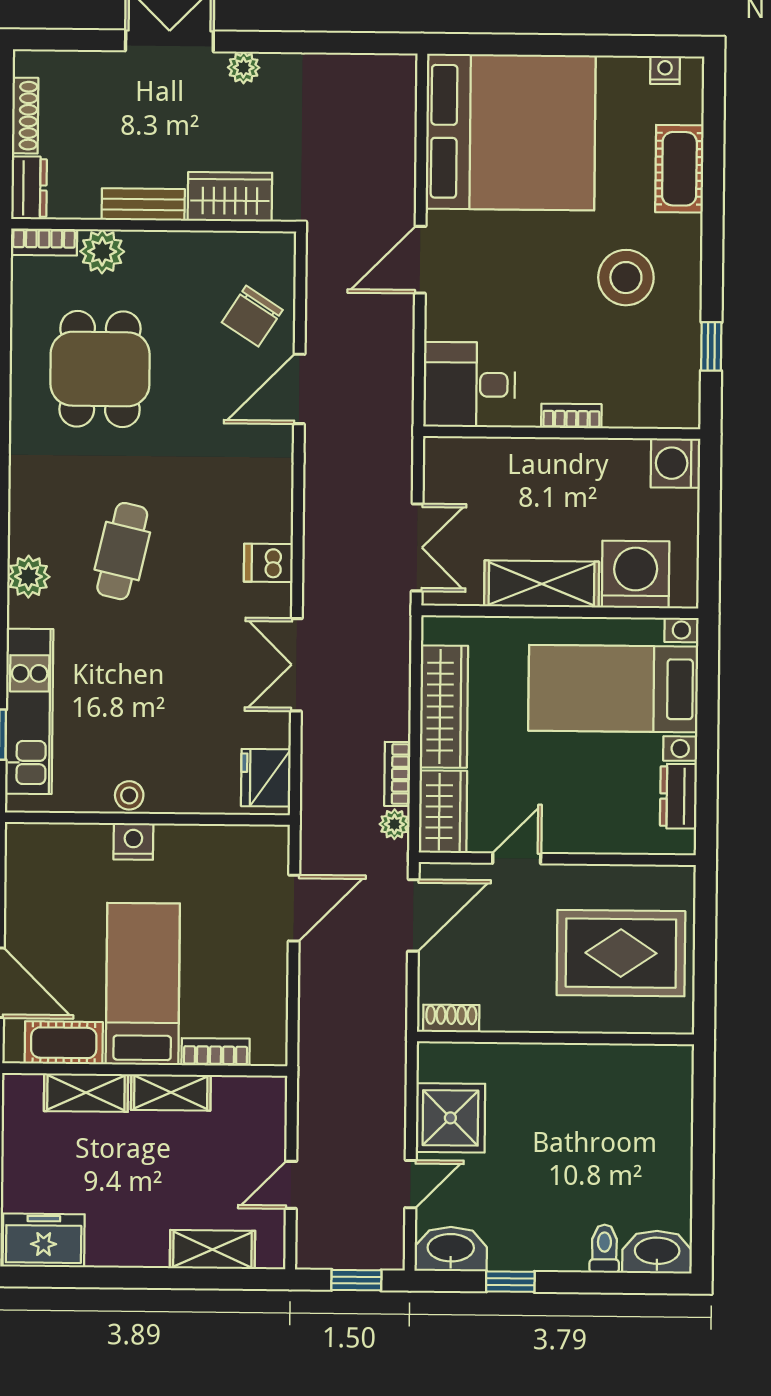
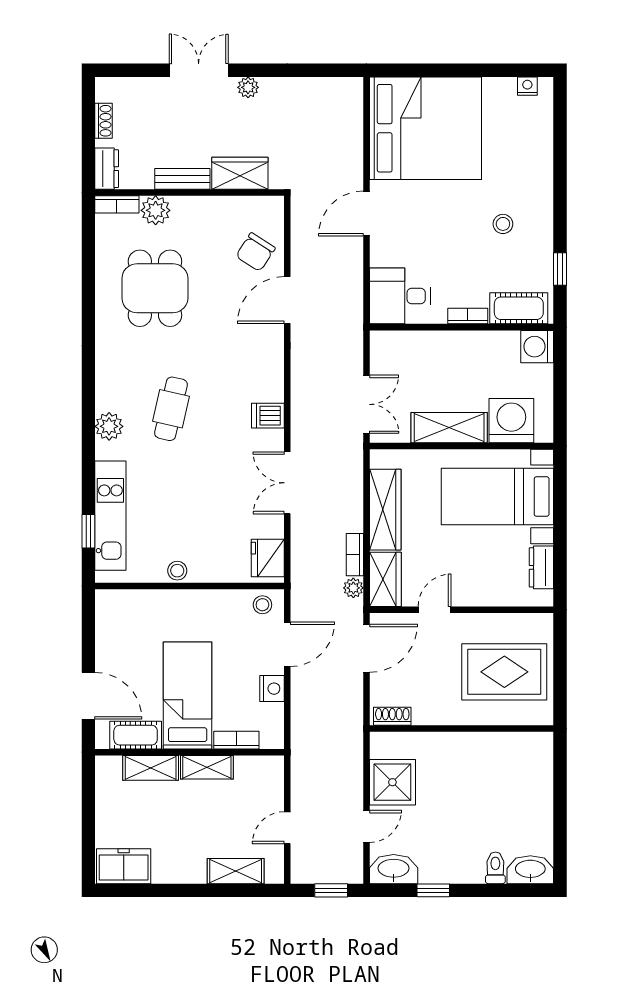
shoe rack: (25, 116) -> (104, 121), width x0.70
cot: (679, 169) -> (519, 308), moved, turned 90
stool: (626, 278) -> (503, 224), width x0.53, depth x0.53
nightstand: (133, 841) -> (272, 689), moved, turned 90
stool: (257, 848) -> (262, 605), added

